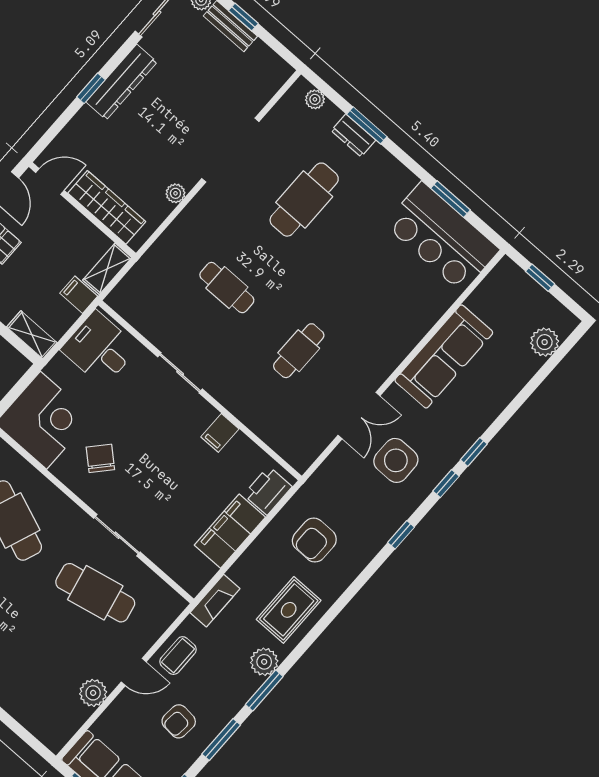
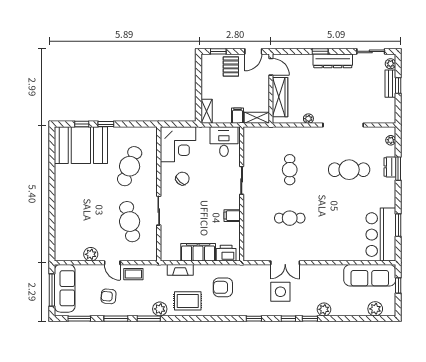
sofa: (444, 356) -> (370, 275), moved
plant: (479, 419) -> (324, 309), added
fireplace: (215, 601) -> (180, 270), moved

